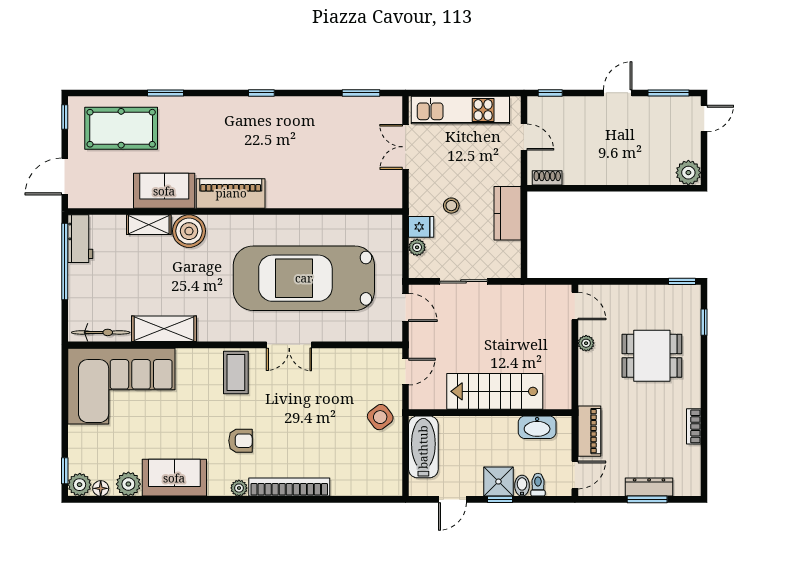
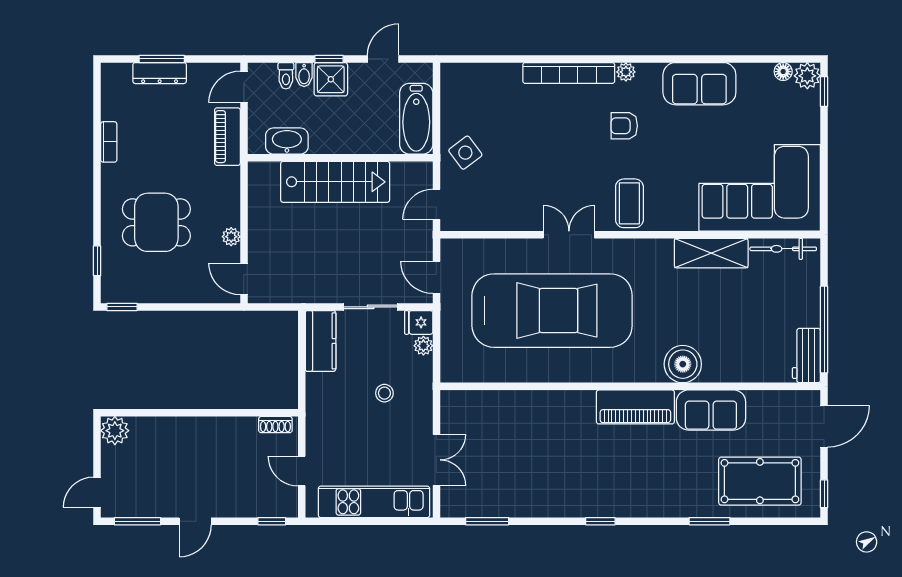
kitchen counter: (508, 213) -> (321, 341), moved
shelving: (149, 225) -> (728, 371), removed
fridge: (421, 227) -> (419, 322), moved
plant: (128, 484) -> (752, 76), removed

